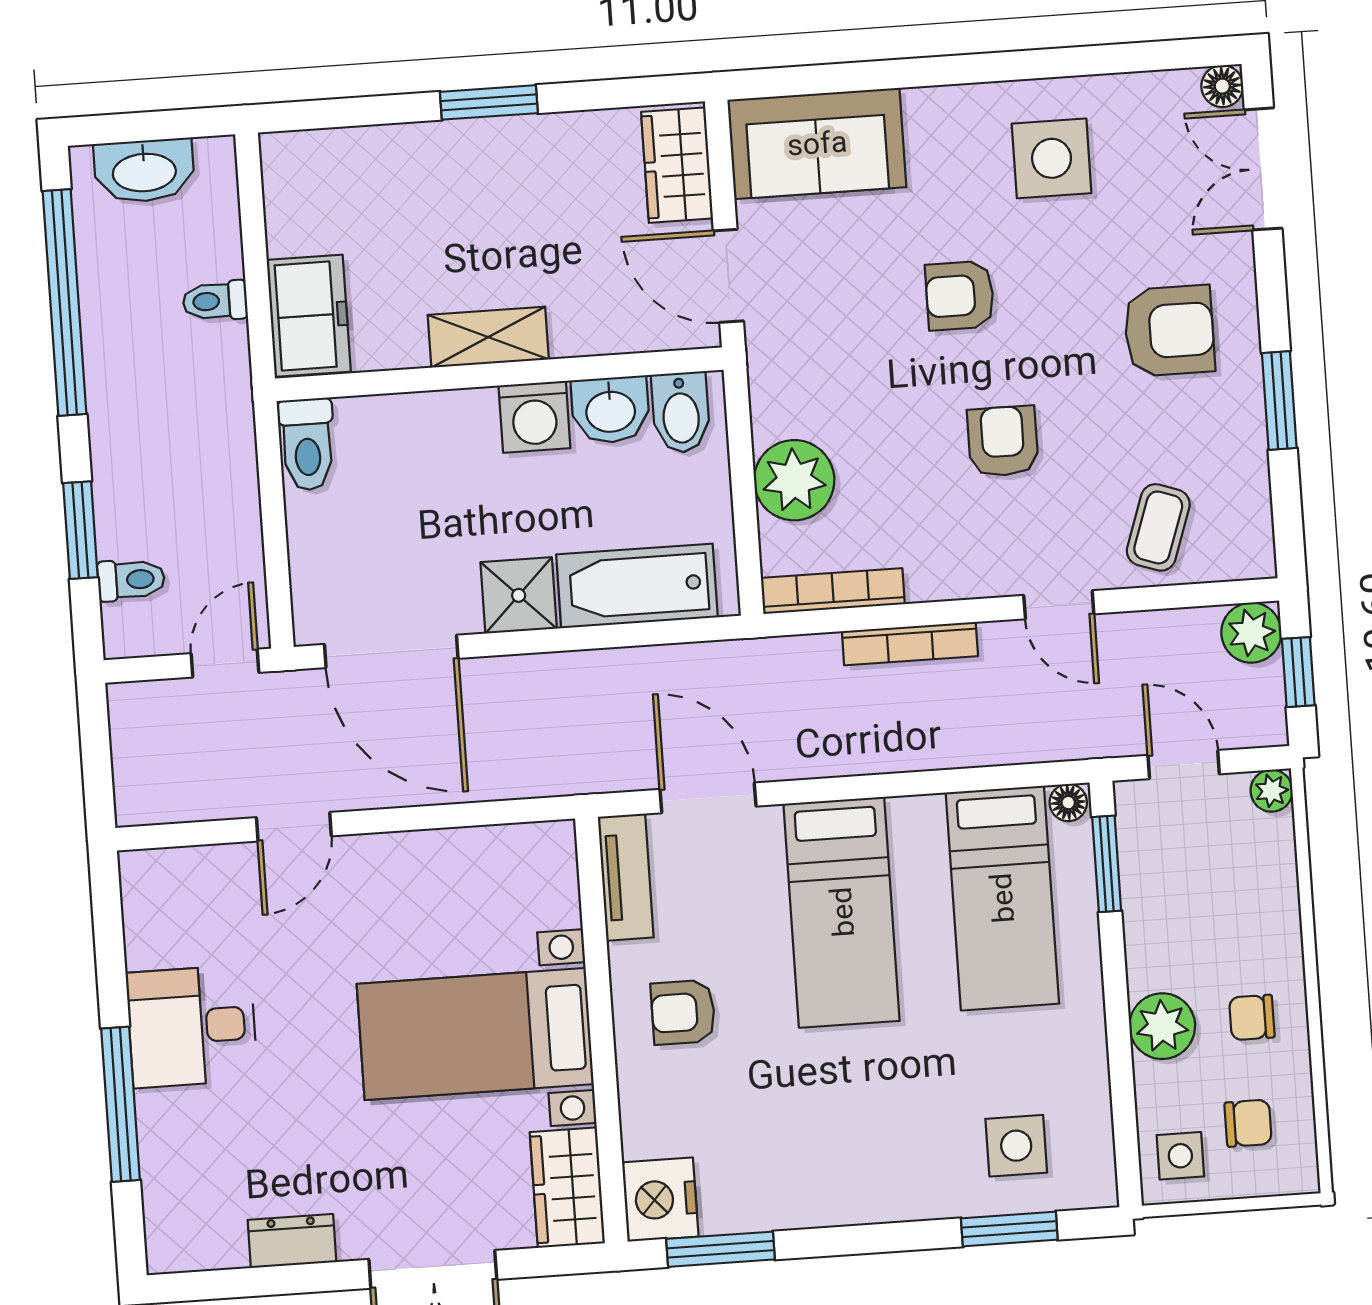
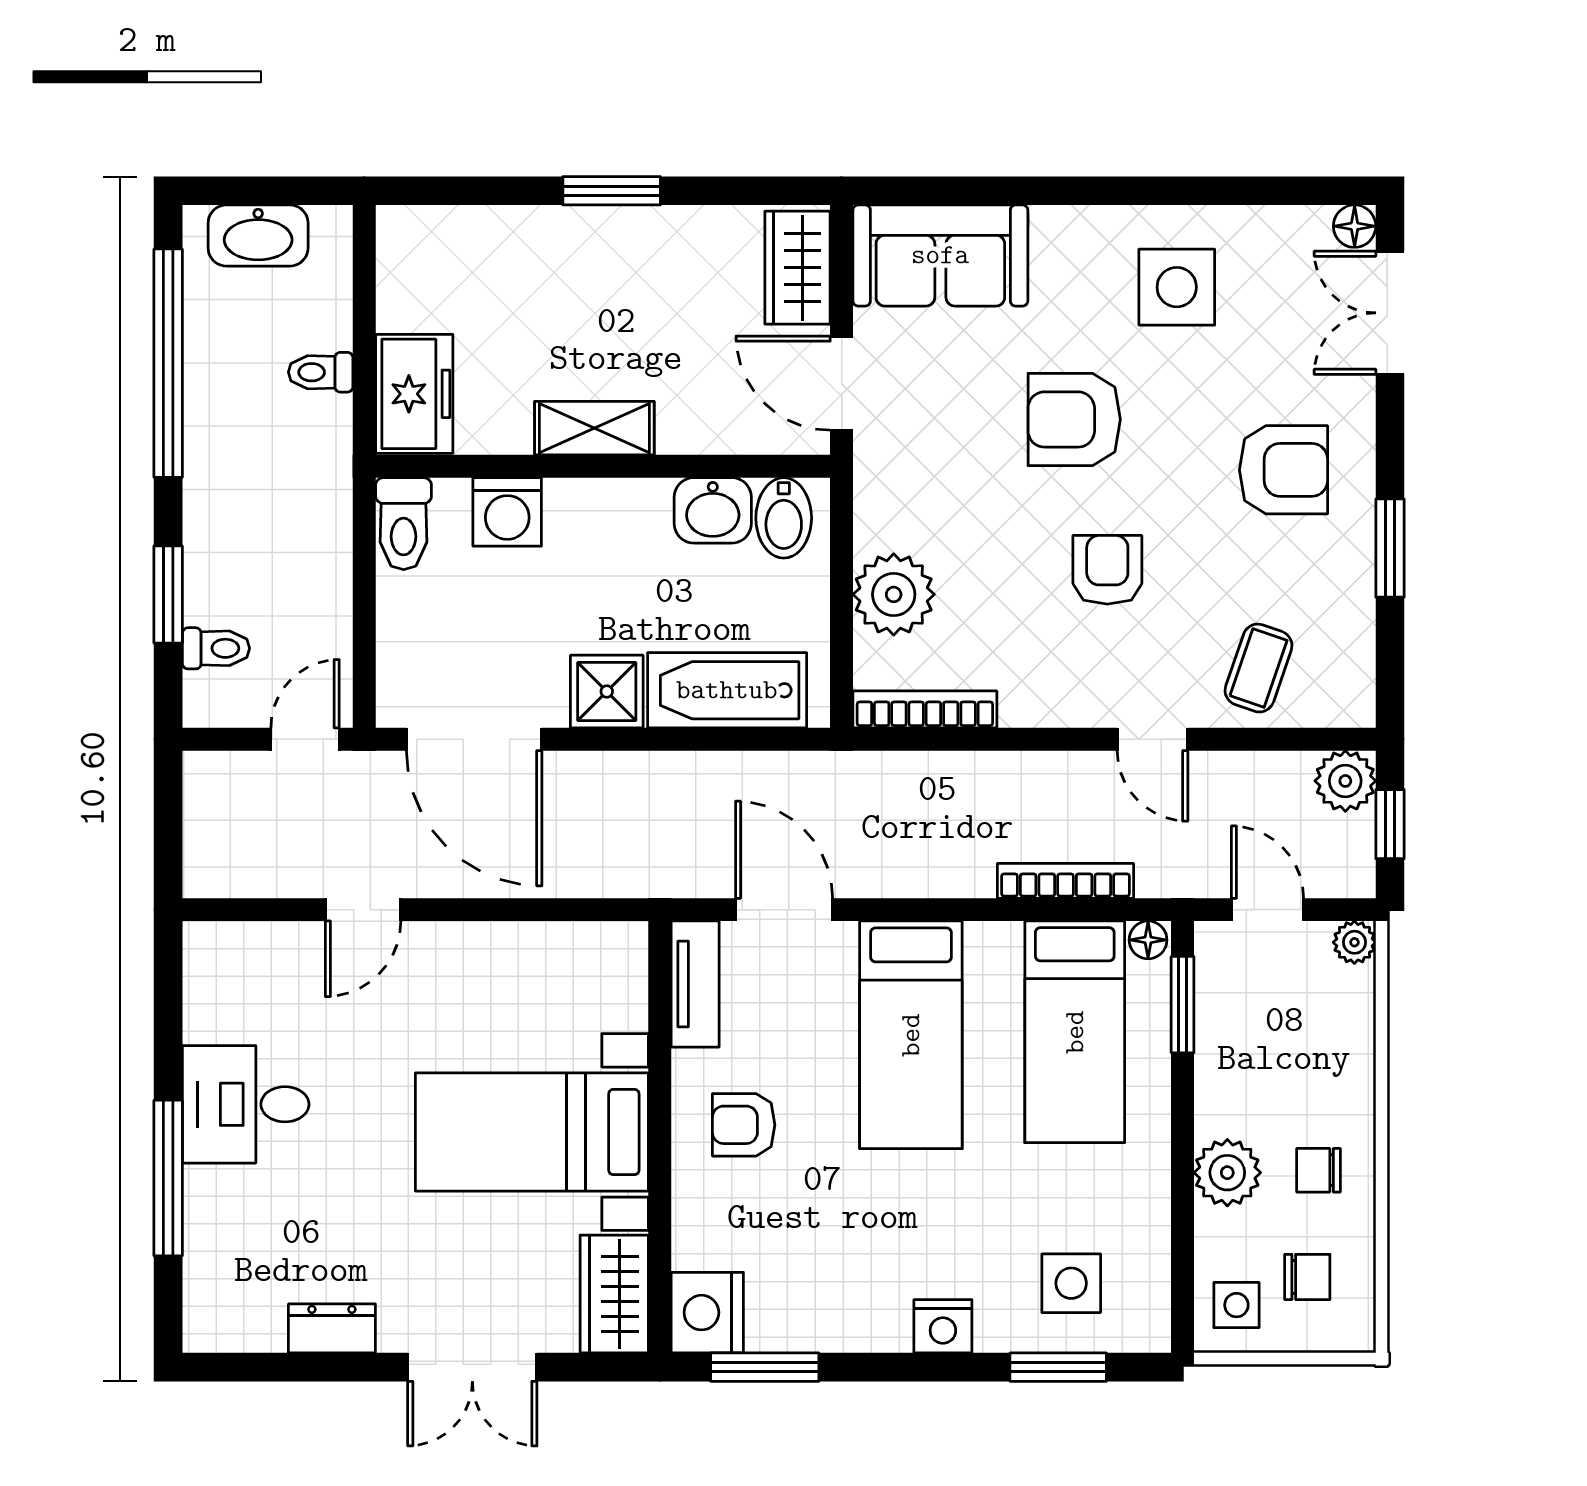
armchair: (960, 296) -> (1074, 419), width x1.38, depth x1.38
washing machine: (534, 417) -> (507, 512), moved
bookcase: (910, 644) -> (1065, 881), moved, turned 180
nightstand: (893, 1197) -> (943, 1326), added

